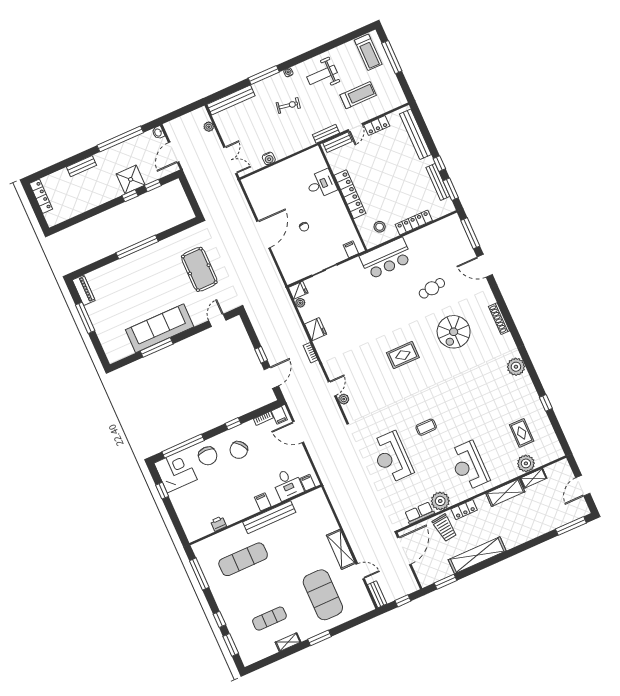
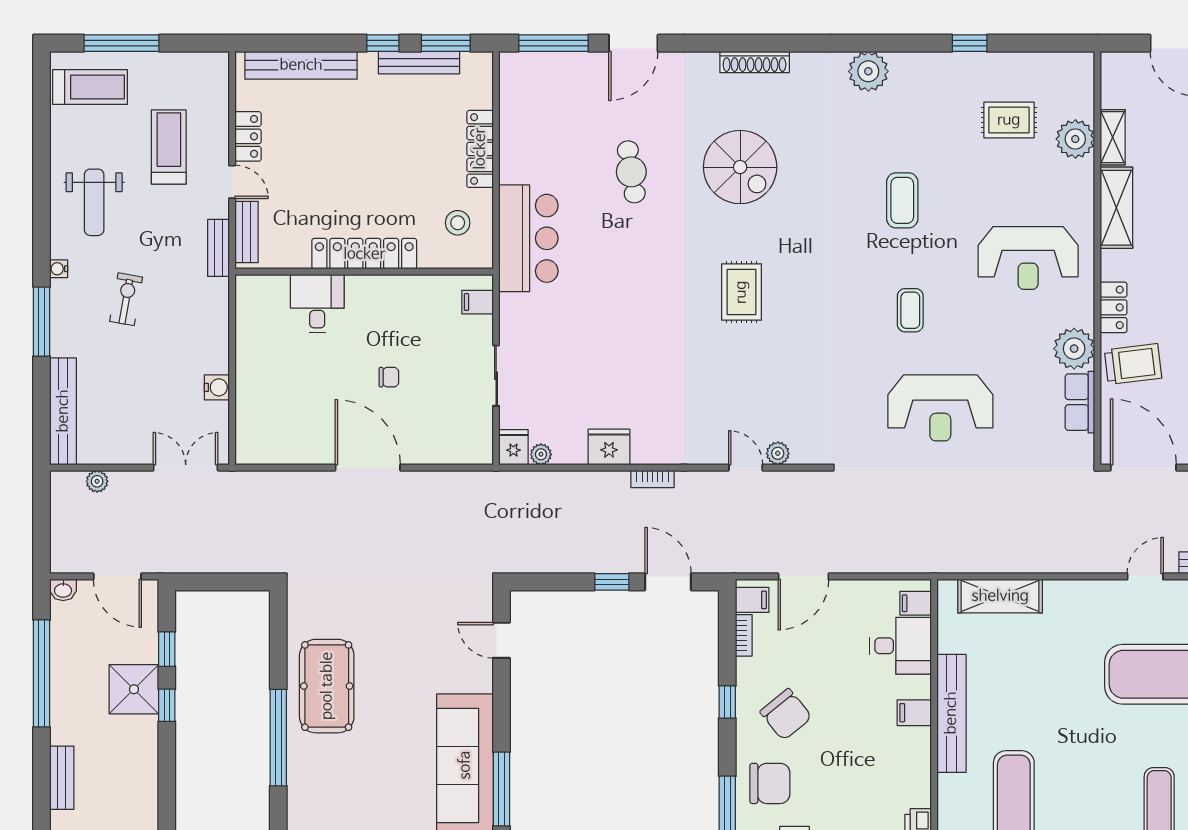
pool table: (199, 269) -> (327, 686), moved, turned 90
coffee table: (469, 404) -> (902, 200), added
shelving: (341, 549) -> (1000, 596), moved

